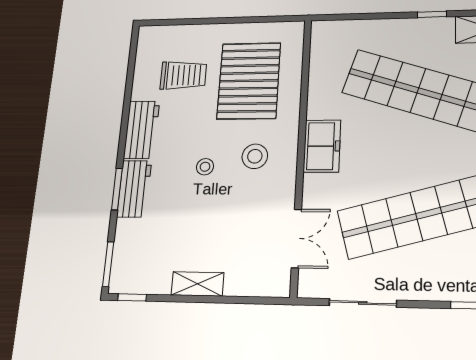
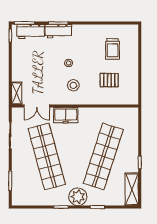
pallet: (249, 81) -> (109, 80), width x0.49, depth x0.50
workbench: (142, 130) -> (31, 32), moved
freezer: (322, 146) -> (66, 115), moved
shelving: (198, 284) -> (17, 93), moved

